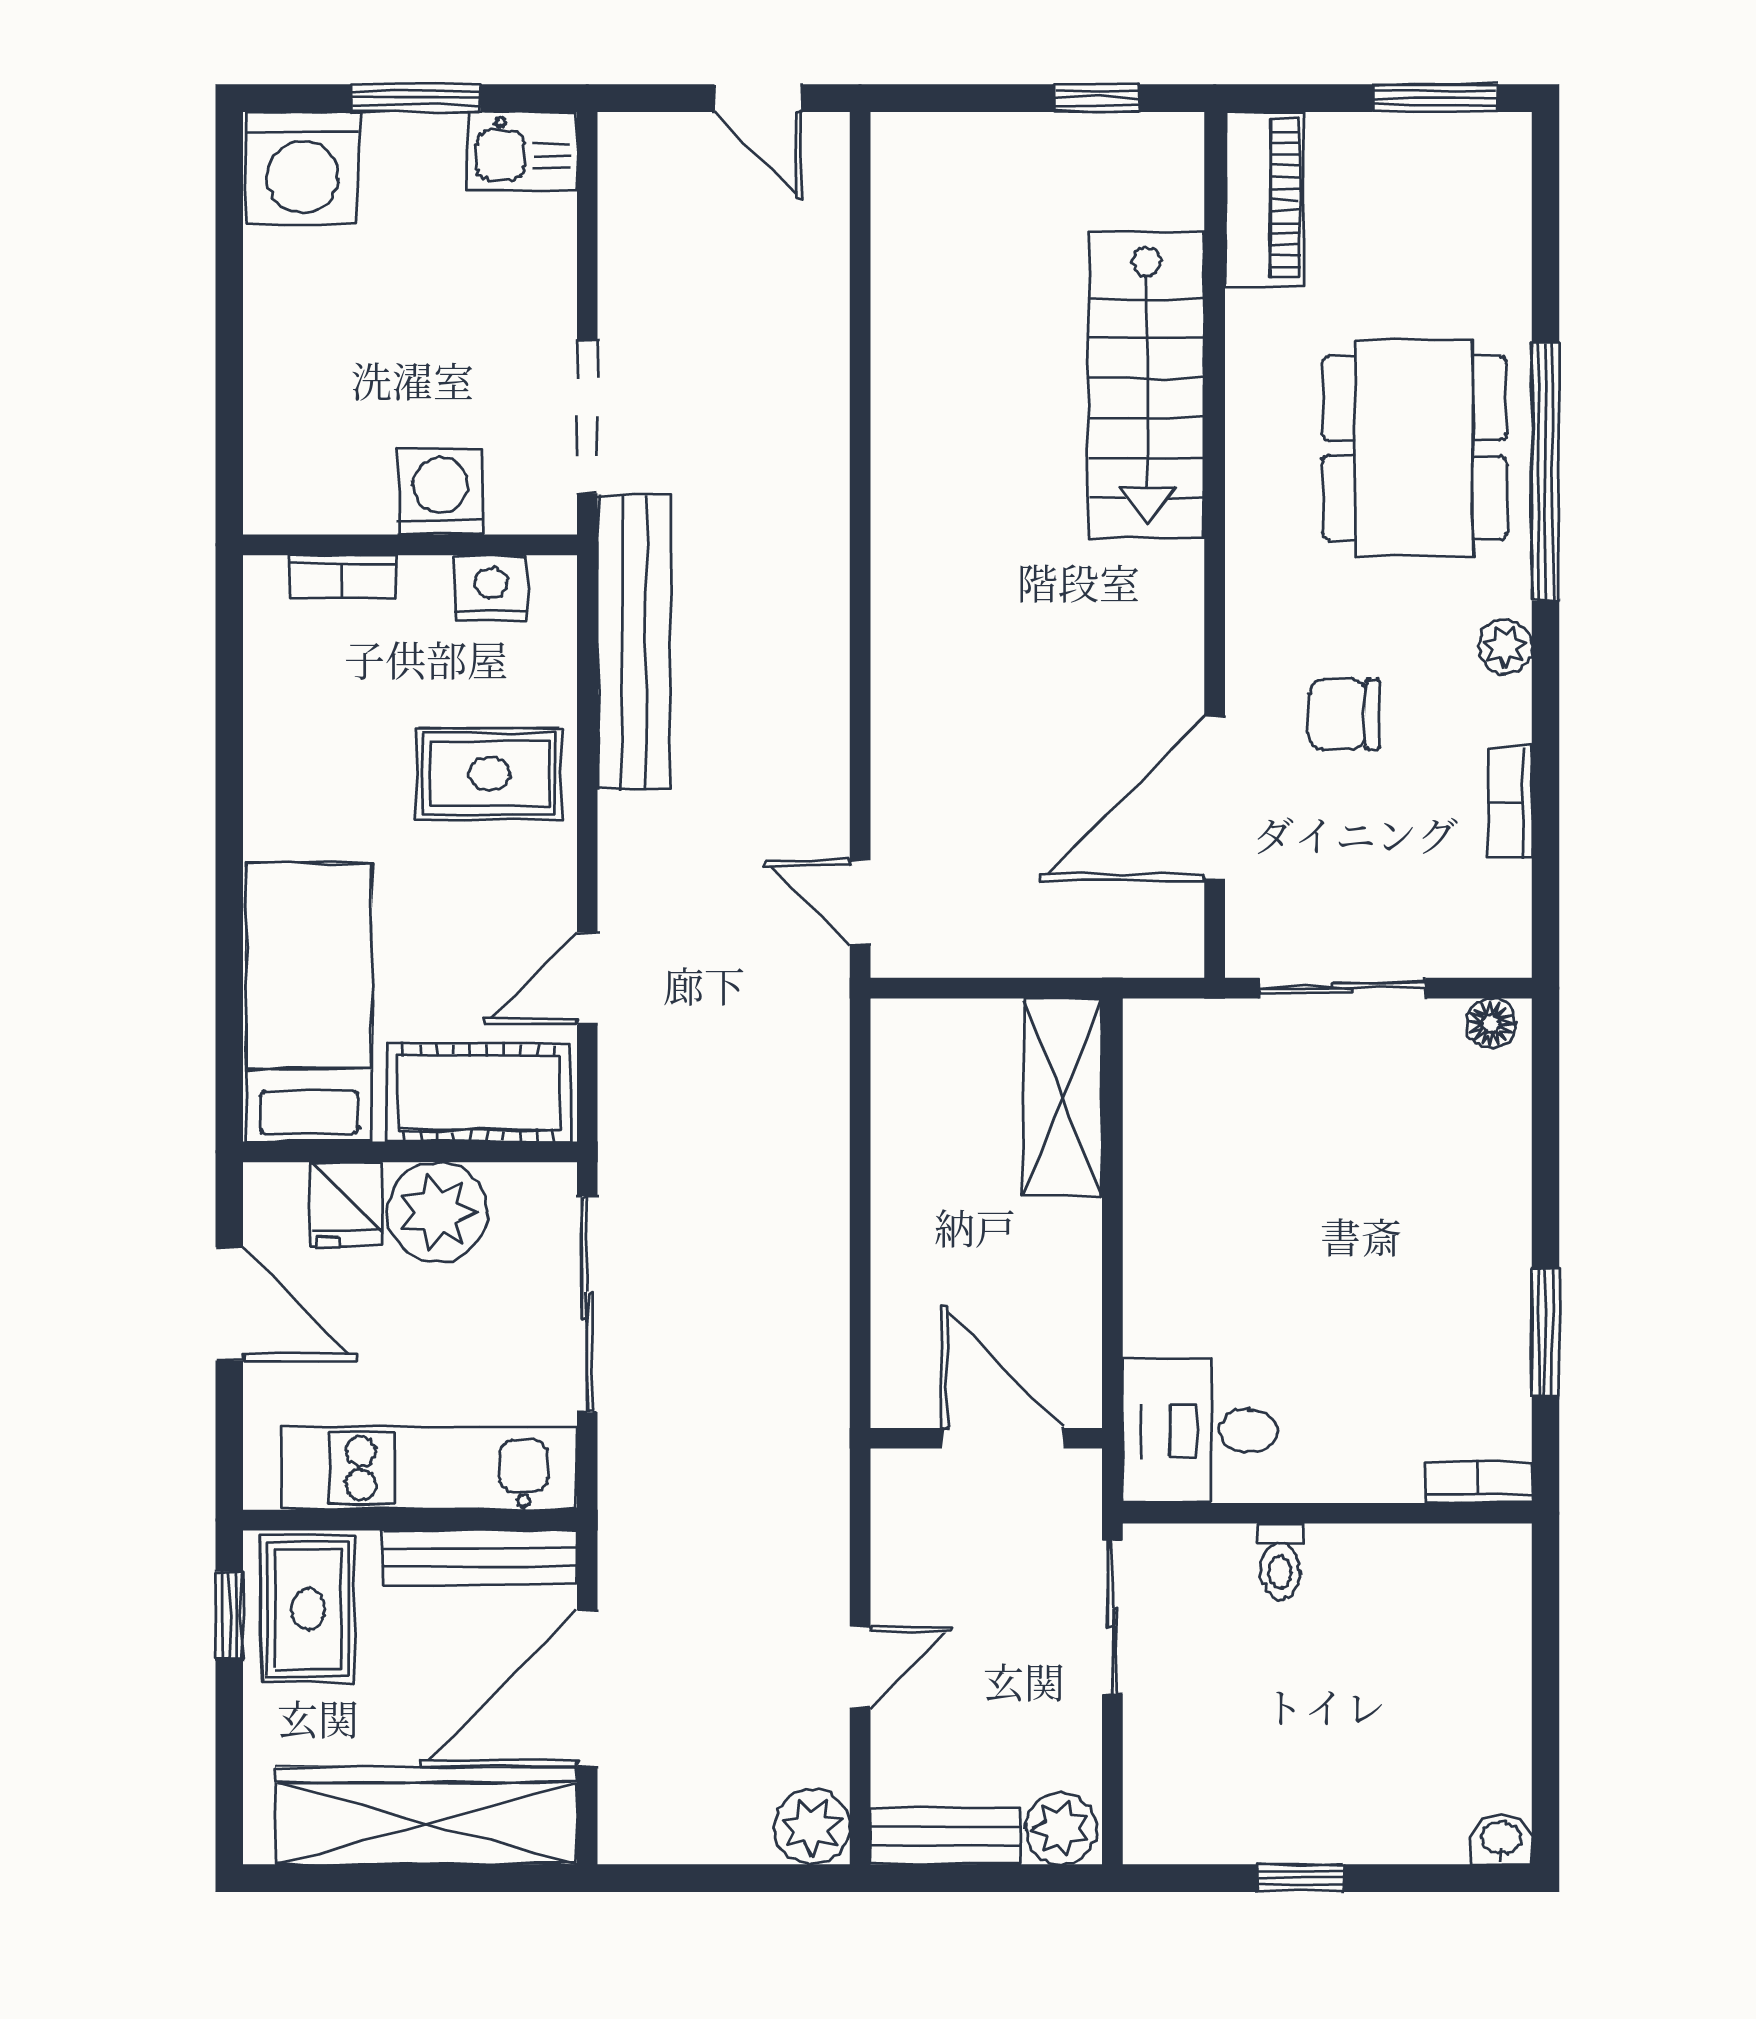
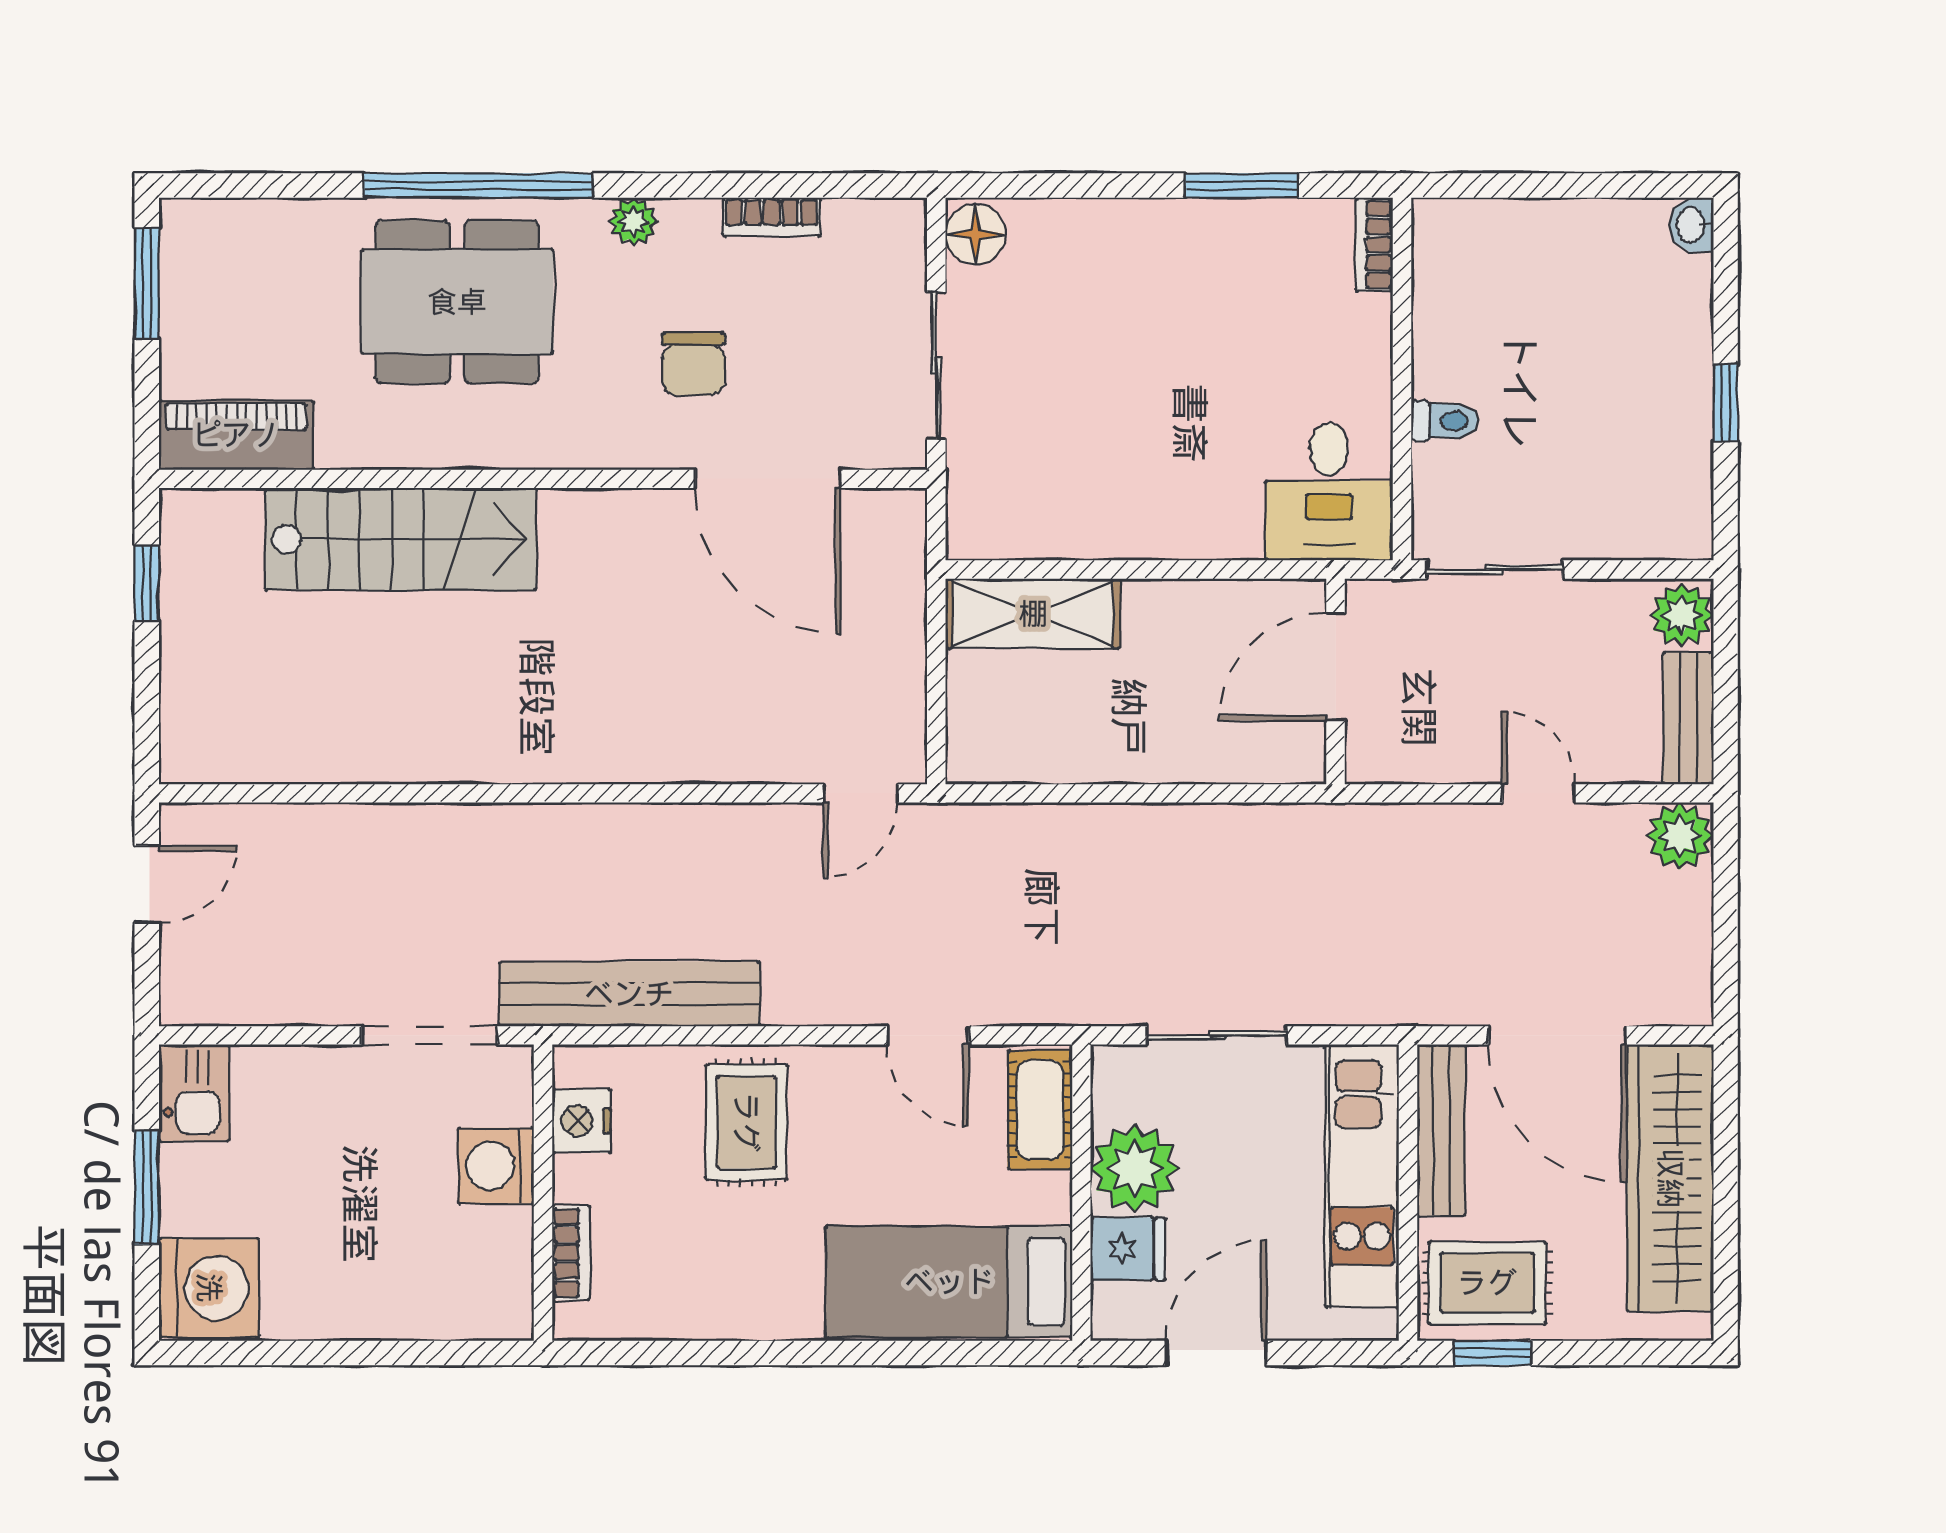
floor lamp: (1491, 1023) -> (976, 234), width x1.37, depth x1.37
cot: (479, 1093) -> (1040, 1110), width x0.73, depth x0.75
sliding door: (587, 1304) -> (1217, 1035), width x0.73

